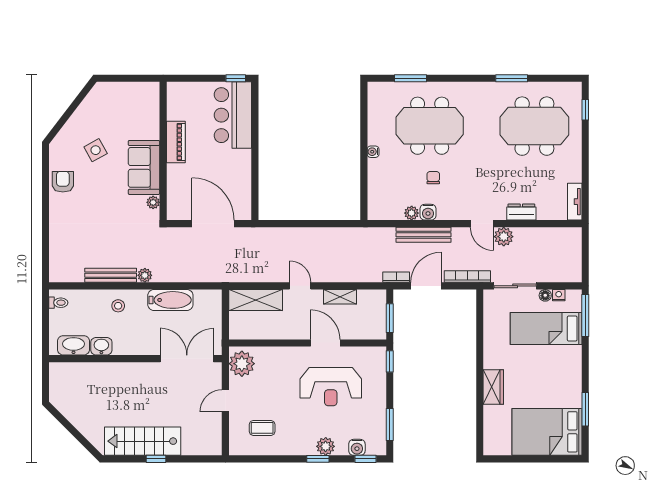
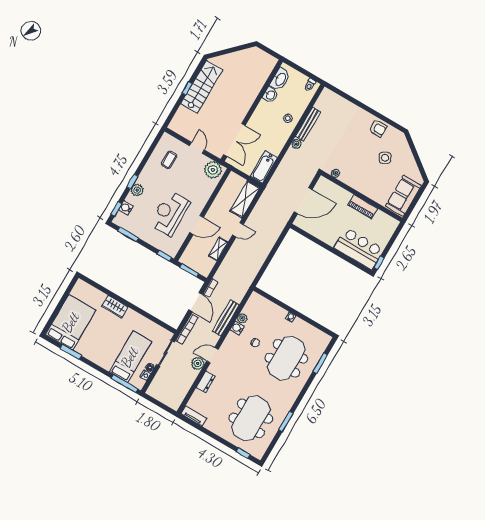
sofa: (144, 167) -> (403, 196), moved, turned -90
bathtub: (170, 300) -> (264, 167), moved

